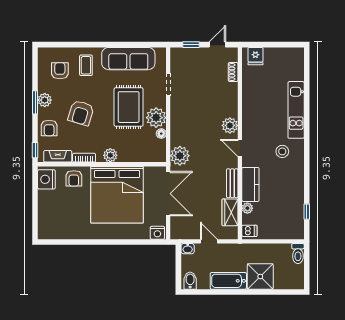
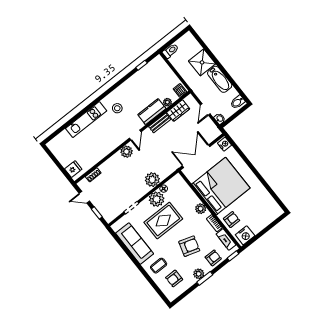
plant: (180, 156) -> (152, 180), moved

